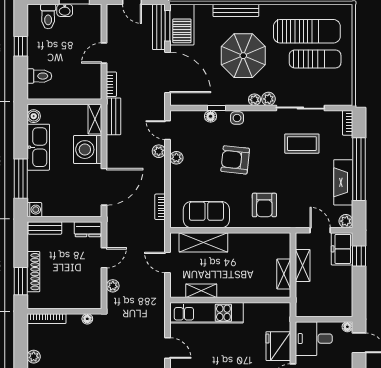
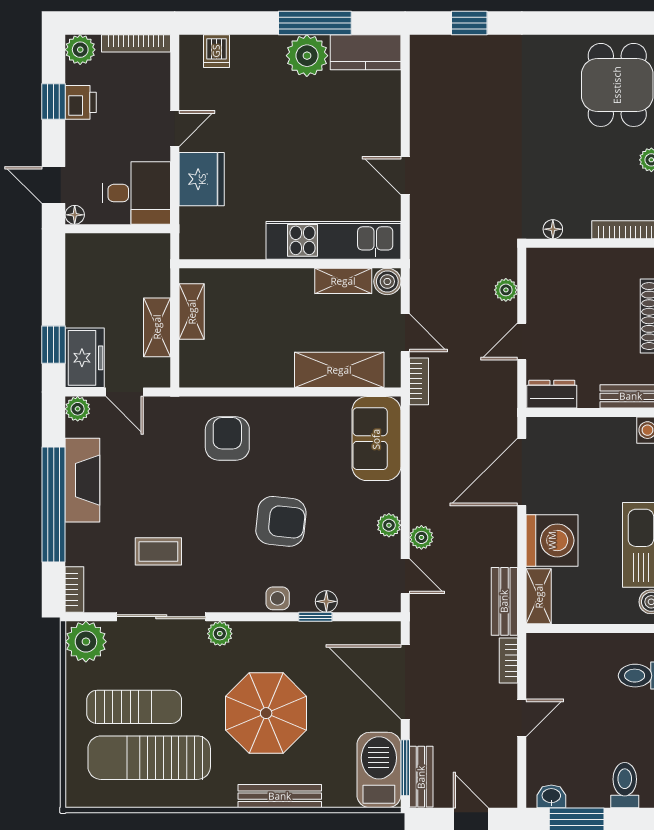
washbasin: (65, 10) -> (551, 796), moved
bench: (159, 27) -> (421, 777), width x0.73
sun lounger: (315, 59) -> (134, 707), turned 180
plant: (254, 100) -> (86, 642), moved, width x1.87, depth x1.87
coffee table: (302, 144) -> (158, 551), width x0.73, depth x0.77
bookcase: (160, 207) -> (419, 381), moved
sofa: (206, 215) -> (376, 439), moved, turned 90
boiler: (177, 290) -> (387, 281), added

